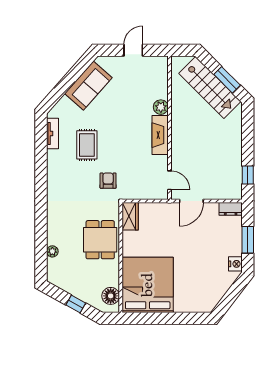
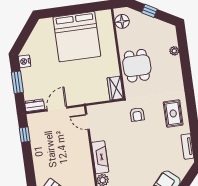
rug: (87, 145) -> (173, 113), moved
door: (191, 201) -> (57, 109), moved
bed: (148, 285) -> (77, 37), moved

